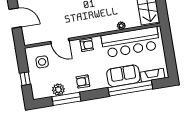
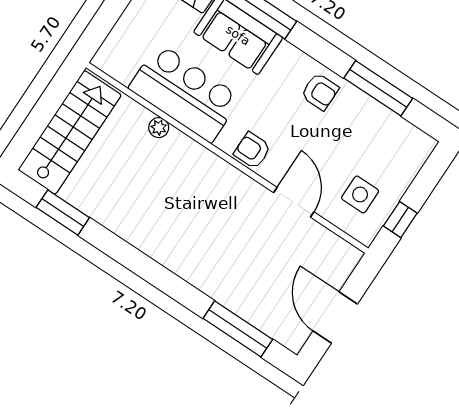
bar counter: (131, 42) -> (185, 93), width x0.73
window: (25, 79) -> (400, 220), moved
plant: (58, 90) -> (377, 118), removed

